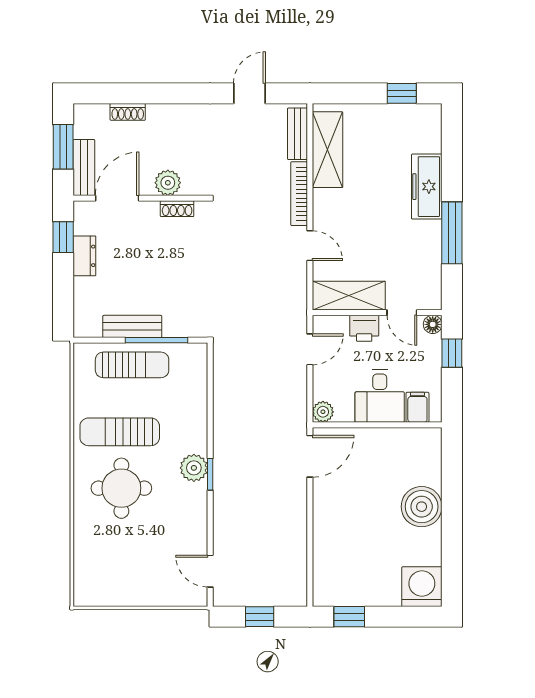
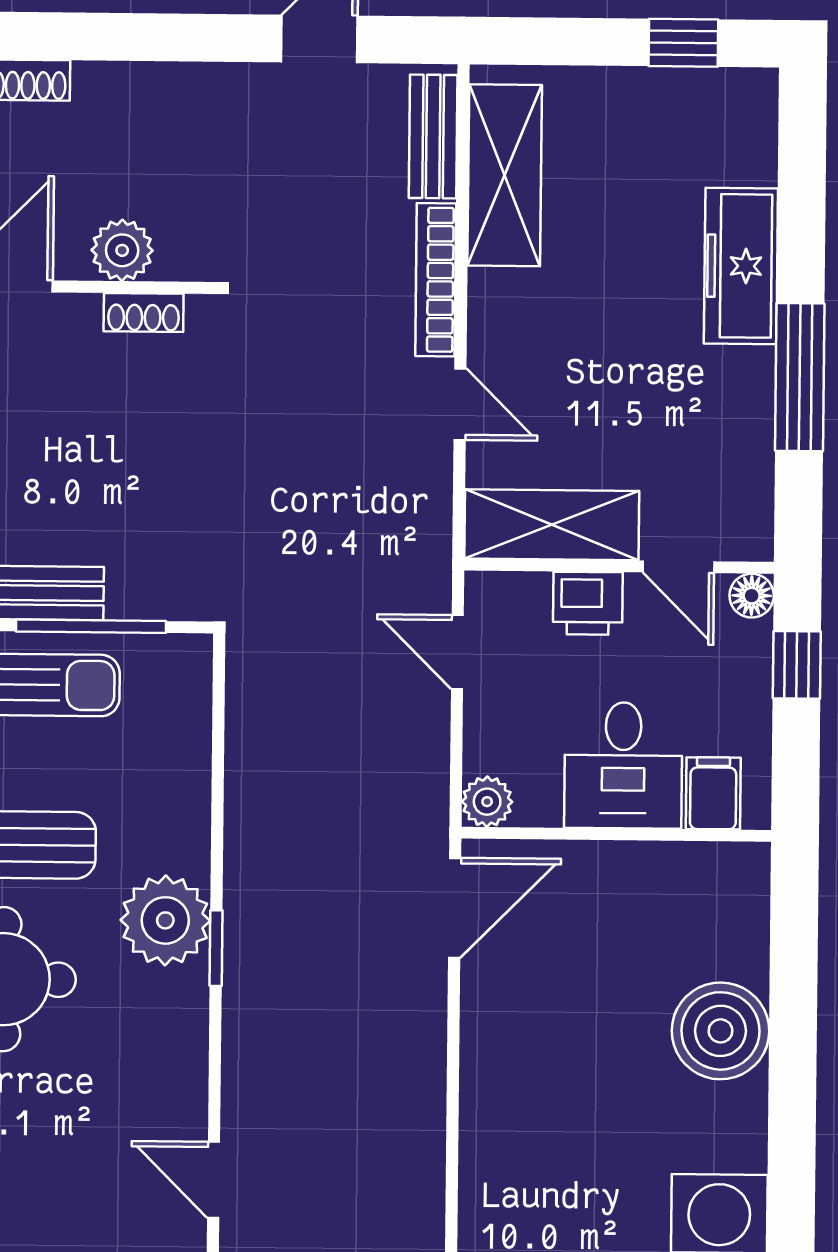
door: (310, 349) -> (457, 652), swing flipped
plant: (194, 468) -> (165, 920), width x1.36, depth x1.36

